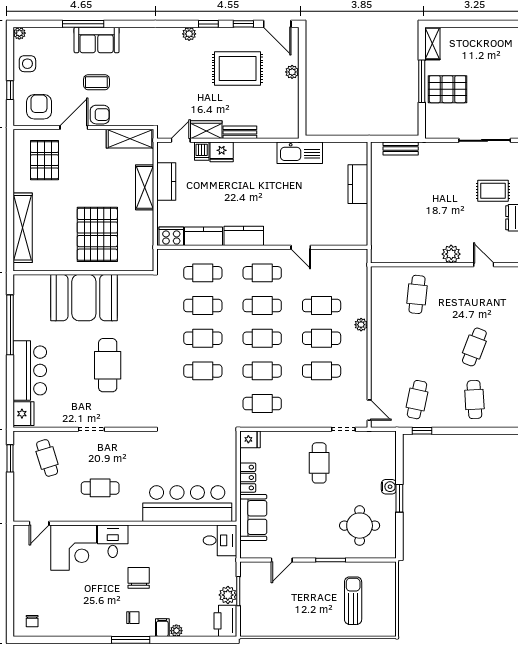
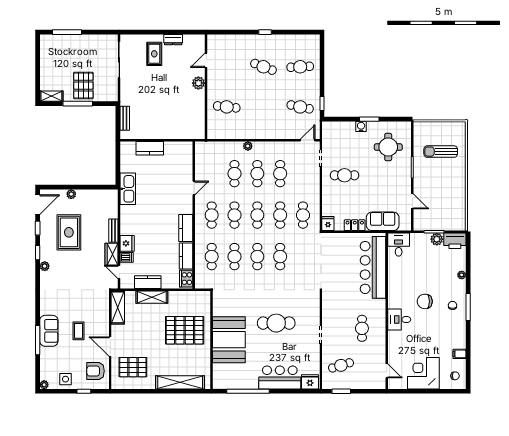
armchair: (100, 115) -> (101, 329), removed
corner desk: (74, 548) -> (423, 373), moved, turned -90
filing cabinet: (162, 628) -> (460, 354), moved

